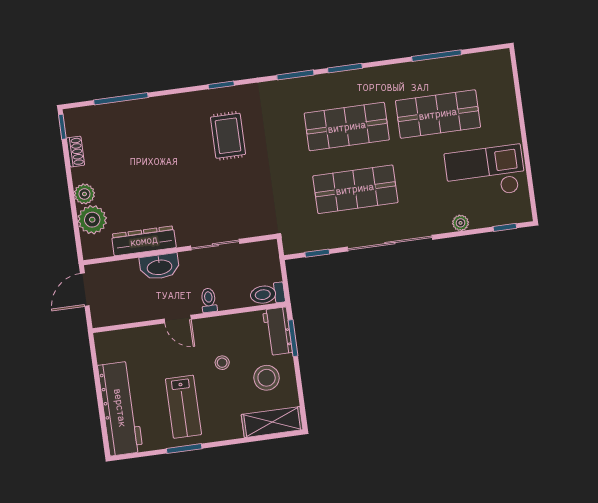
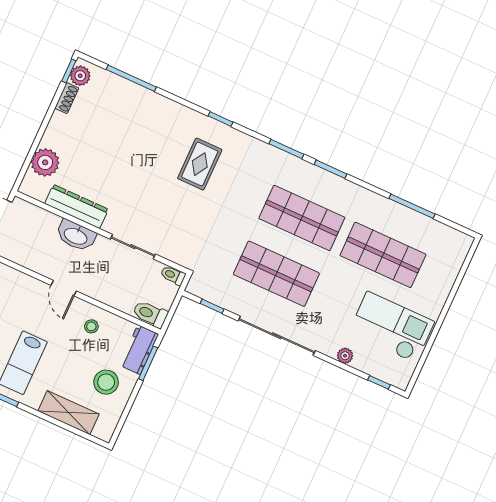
plant: (84, 194) -> (80, 76), moved
toilet: (209, 300) -> (173, 275), moved, turned -90
stool: (222, 363) -> (91, 326), moved
shelving: (272, 422) -> (68, 413), moved

